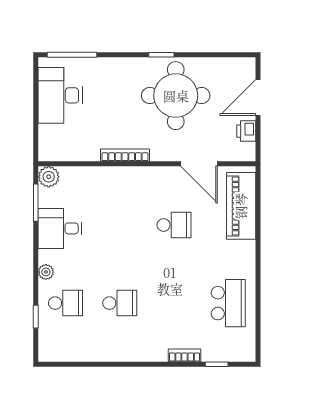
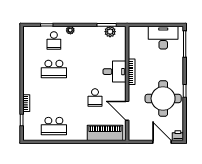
printer: (246, 131) -> (178, 136), moved
door: (199, 164) -> (127, 111), hinge flipped
plant: (49, 177) -> (110, 32), moved
desk: (60, 228) -> (114, 72), moved, turned 90
school desk: (120, 303) -> (54, 69), width x1.85

